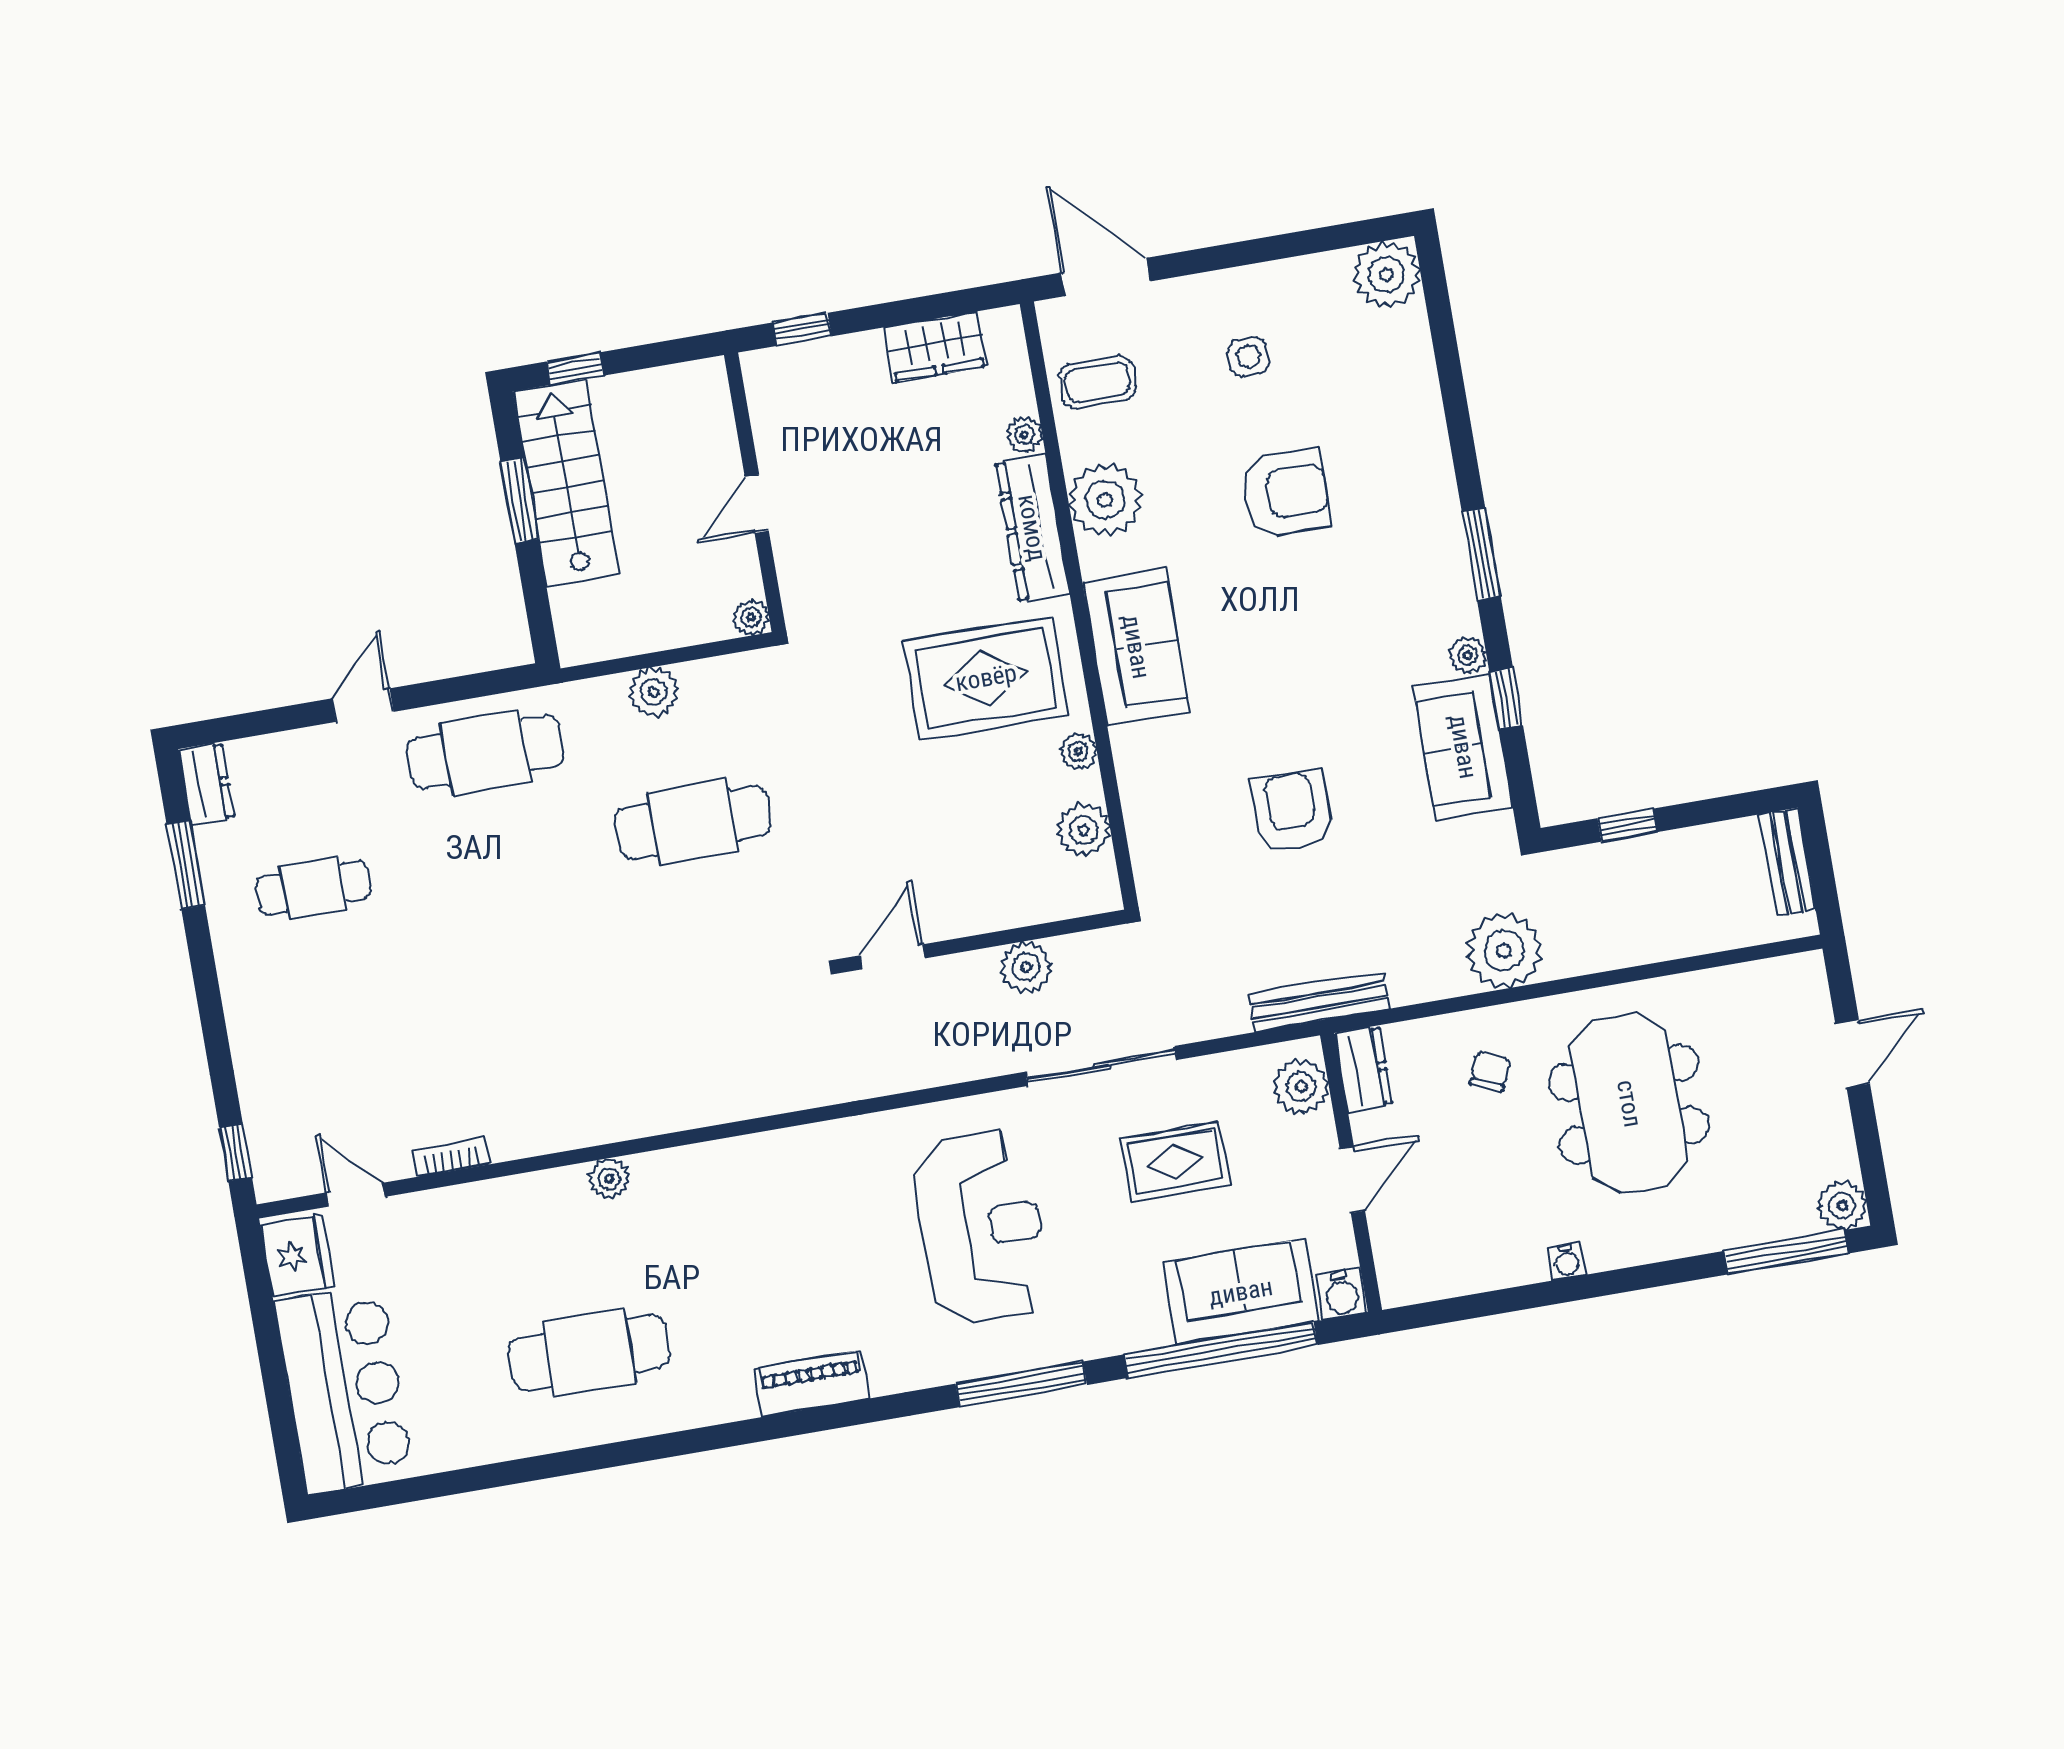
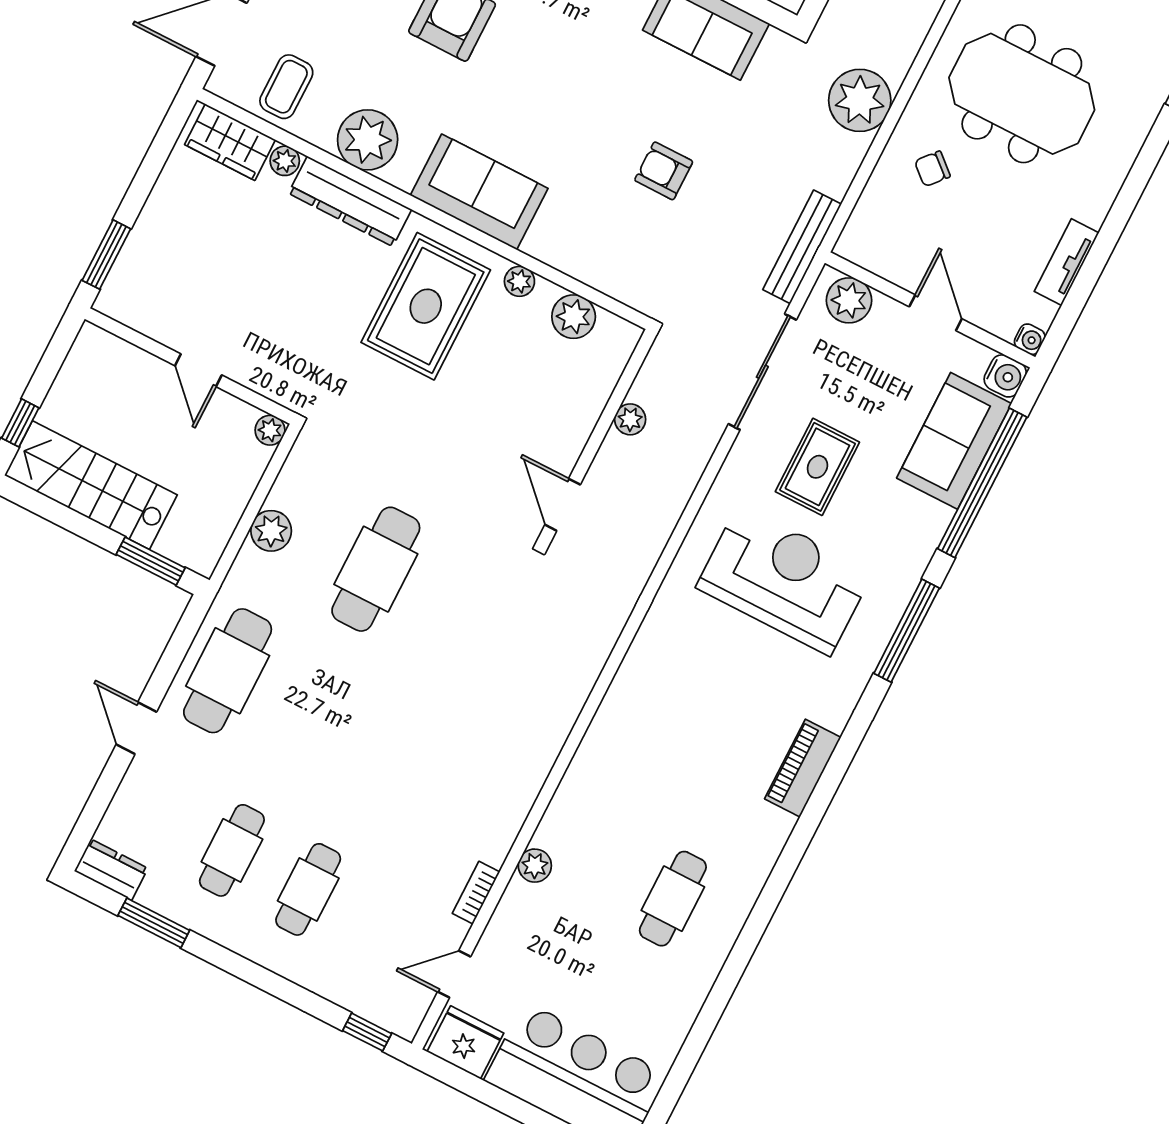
window: (802, 329) -> (106, 255), width x1.50
wardrobe: (935, 347) -> (230, 142), moved, turned 90
window: (519, 501) -> (151, 561), moved
armchair: (1292, 811) -> (664, 171), width x0.72, depth x0.72
plant: (1026, 967) -> (630, 419), width x0.73, depth x0.73
cafe table: (331, 990) -> (308, 889), added
sliding door: (1101, 1066) -> (762, 372), moved
dresser: (1364, 1069) -> (868, 251), removed
chair: (1490, 1071) -> (932, 169), turned -73
rug: (1175, 1162) -> (817, 467), moved
plant: (609, 1179) -> (535, 866), moved
water cooler: (1567, 1261) -> (1030, 339), moved
tv unit: (1497, 1271) -> (1067, 262), added
cafe table: (589, 1353) -> (673, 899), width x0.73, depth x0.74

